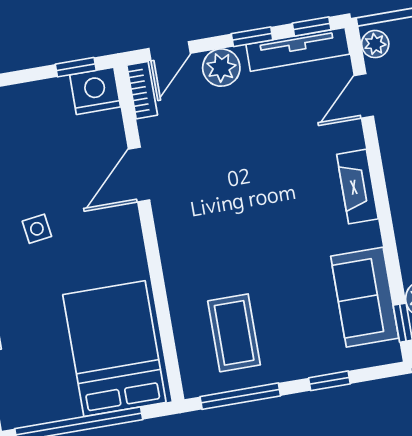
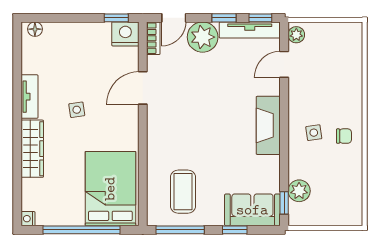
plant: (221, 68) -> (203, 37), width x1.36, depth x1.36
fireplace: (357, 187) -> (268, 125), width x1.37, depth x1.32
sofa: (365, 297) -> (252, 210), moved, turned 90

